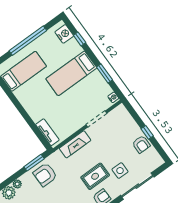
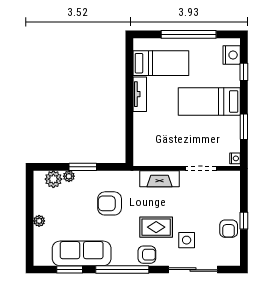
tv unit: (47, 132) -> (140, 94), moved
window: (34, 163) -> (83, 167), moved
armchair: (45, 175) -> (110, 203), moved

